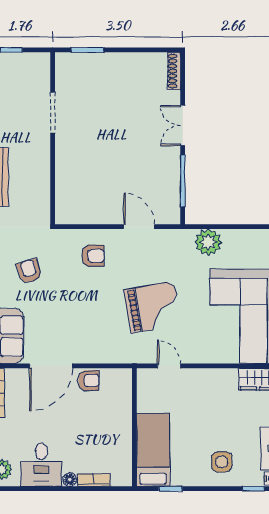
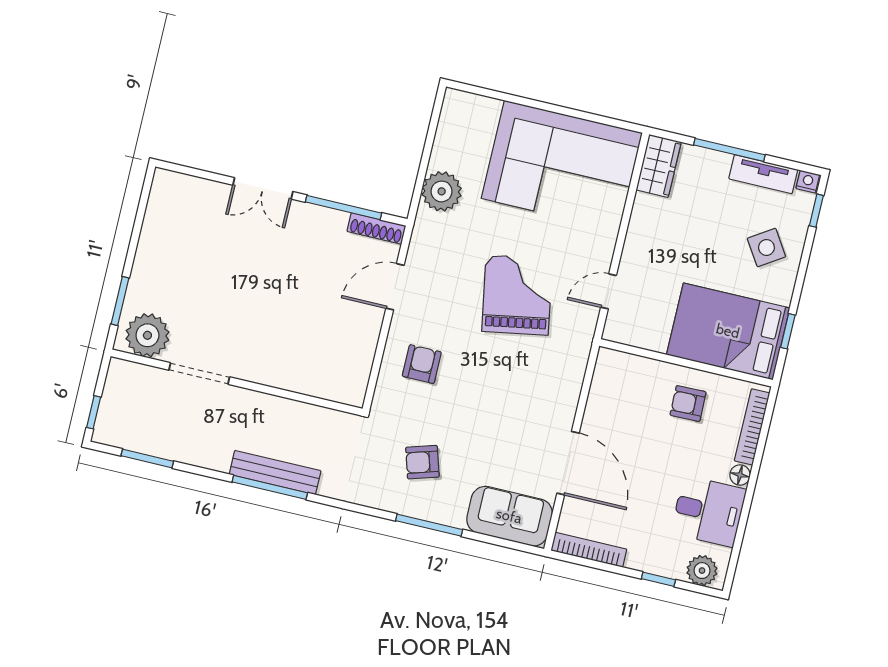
shoe rack: (174, 71) -> (376, 228), moved
plant: (69, 73) -> (147, 335), added
armchair: (89, 381) -> (688, 403), moved, turned -91
bed: (153, 450) -> (728, 331), width x1.50
side table: (222, 462) -> (766, 247), turned -33
bookcase: (94, 480) -> (752, 427), width x1.56

